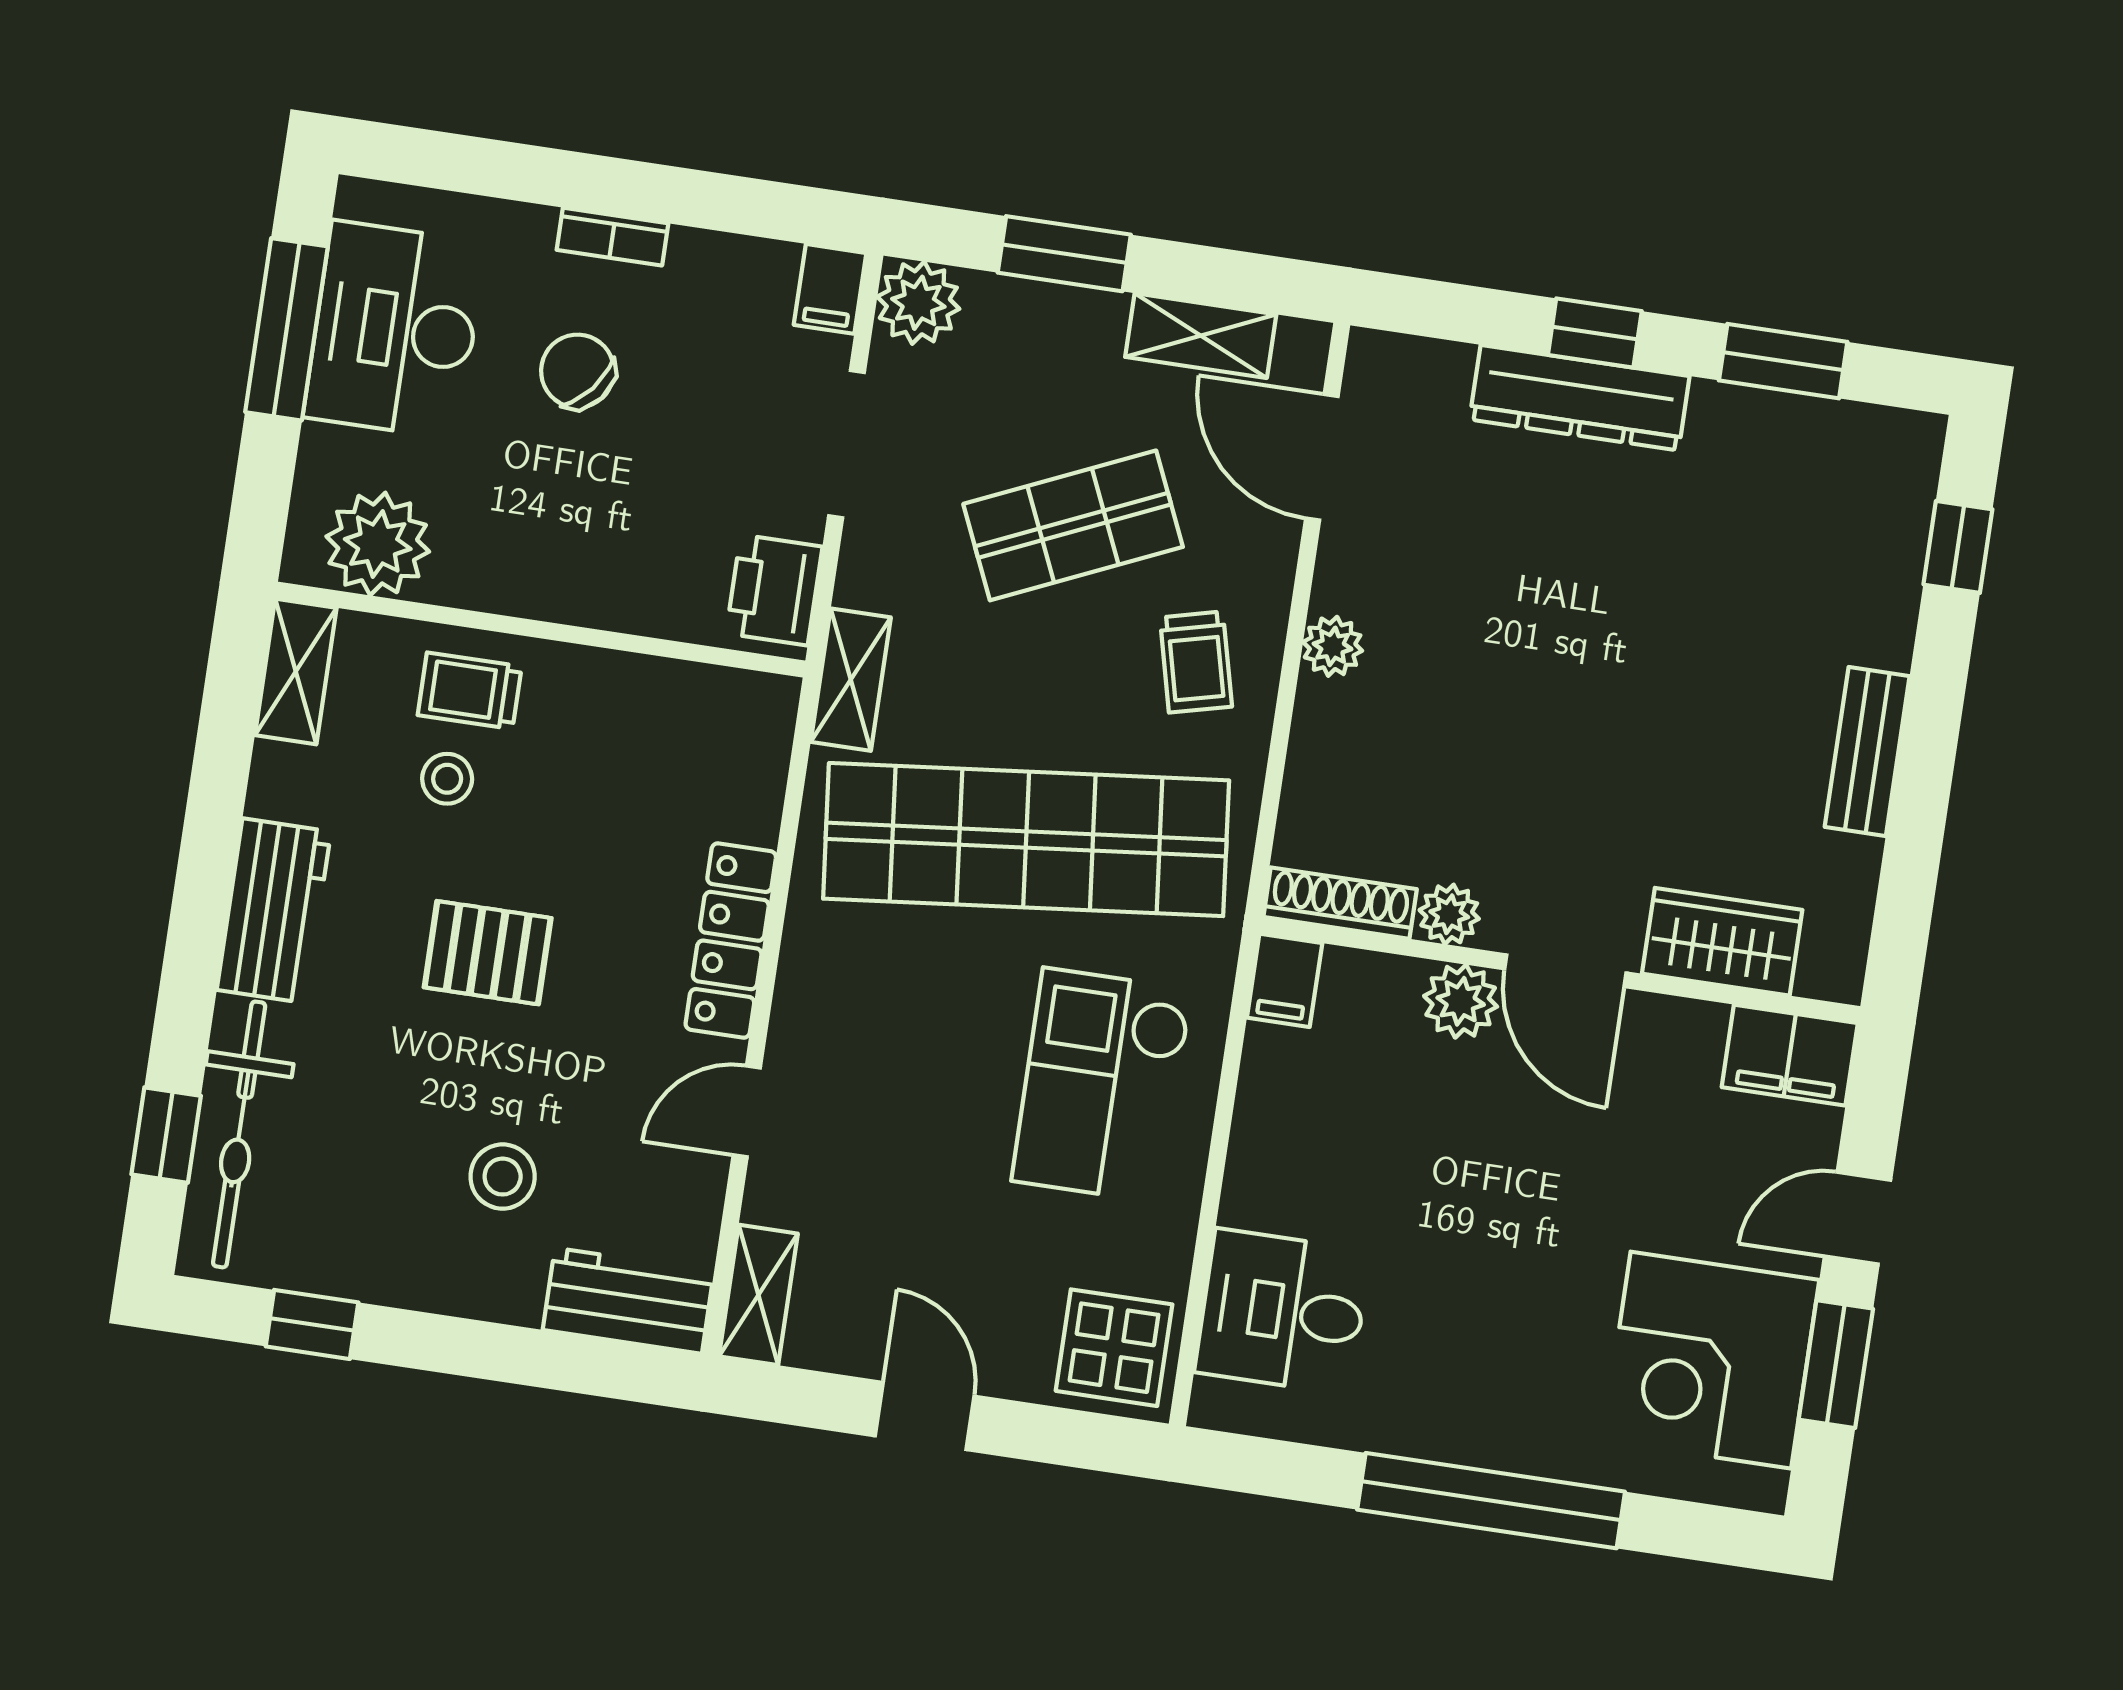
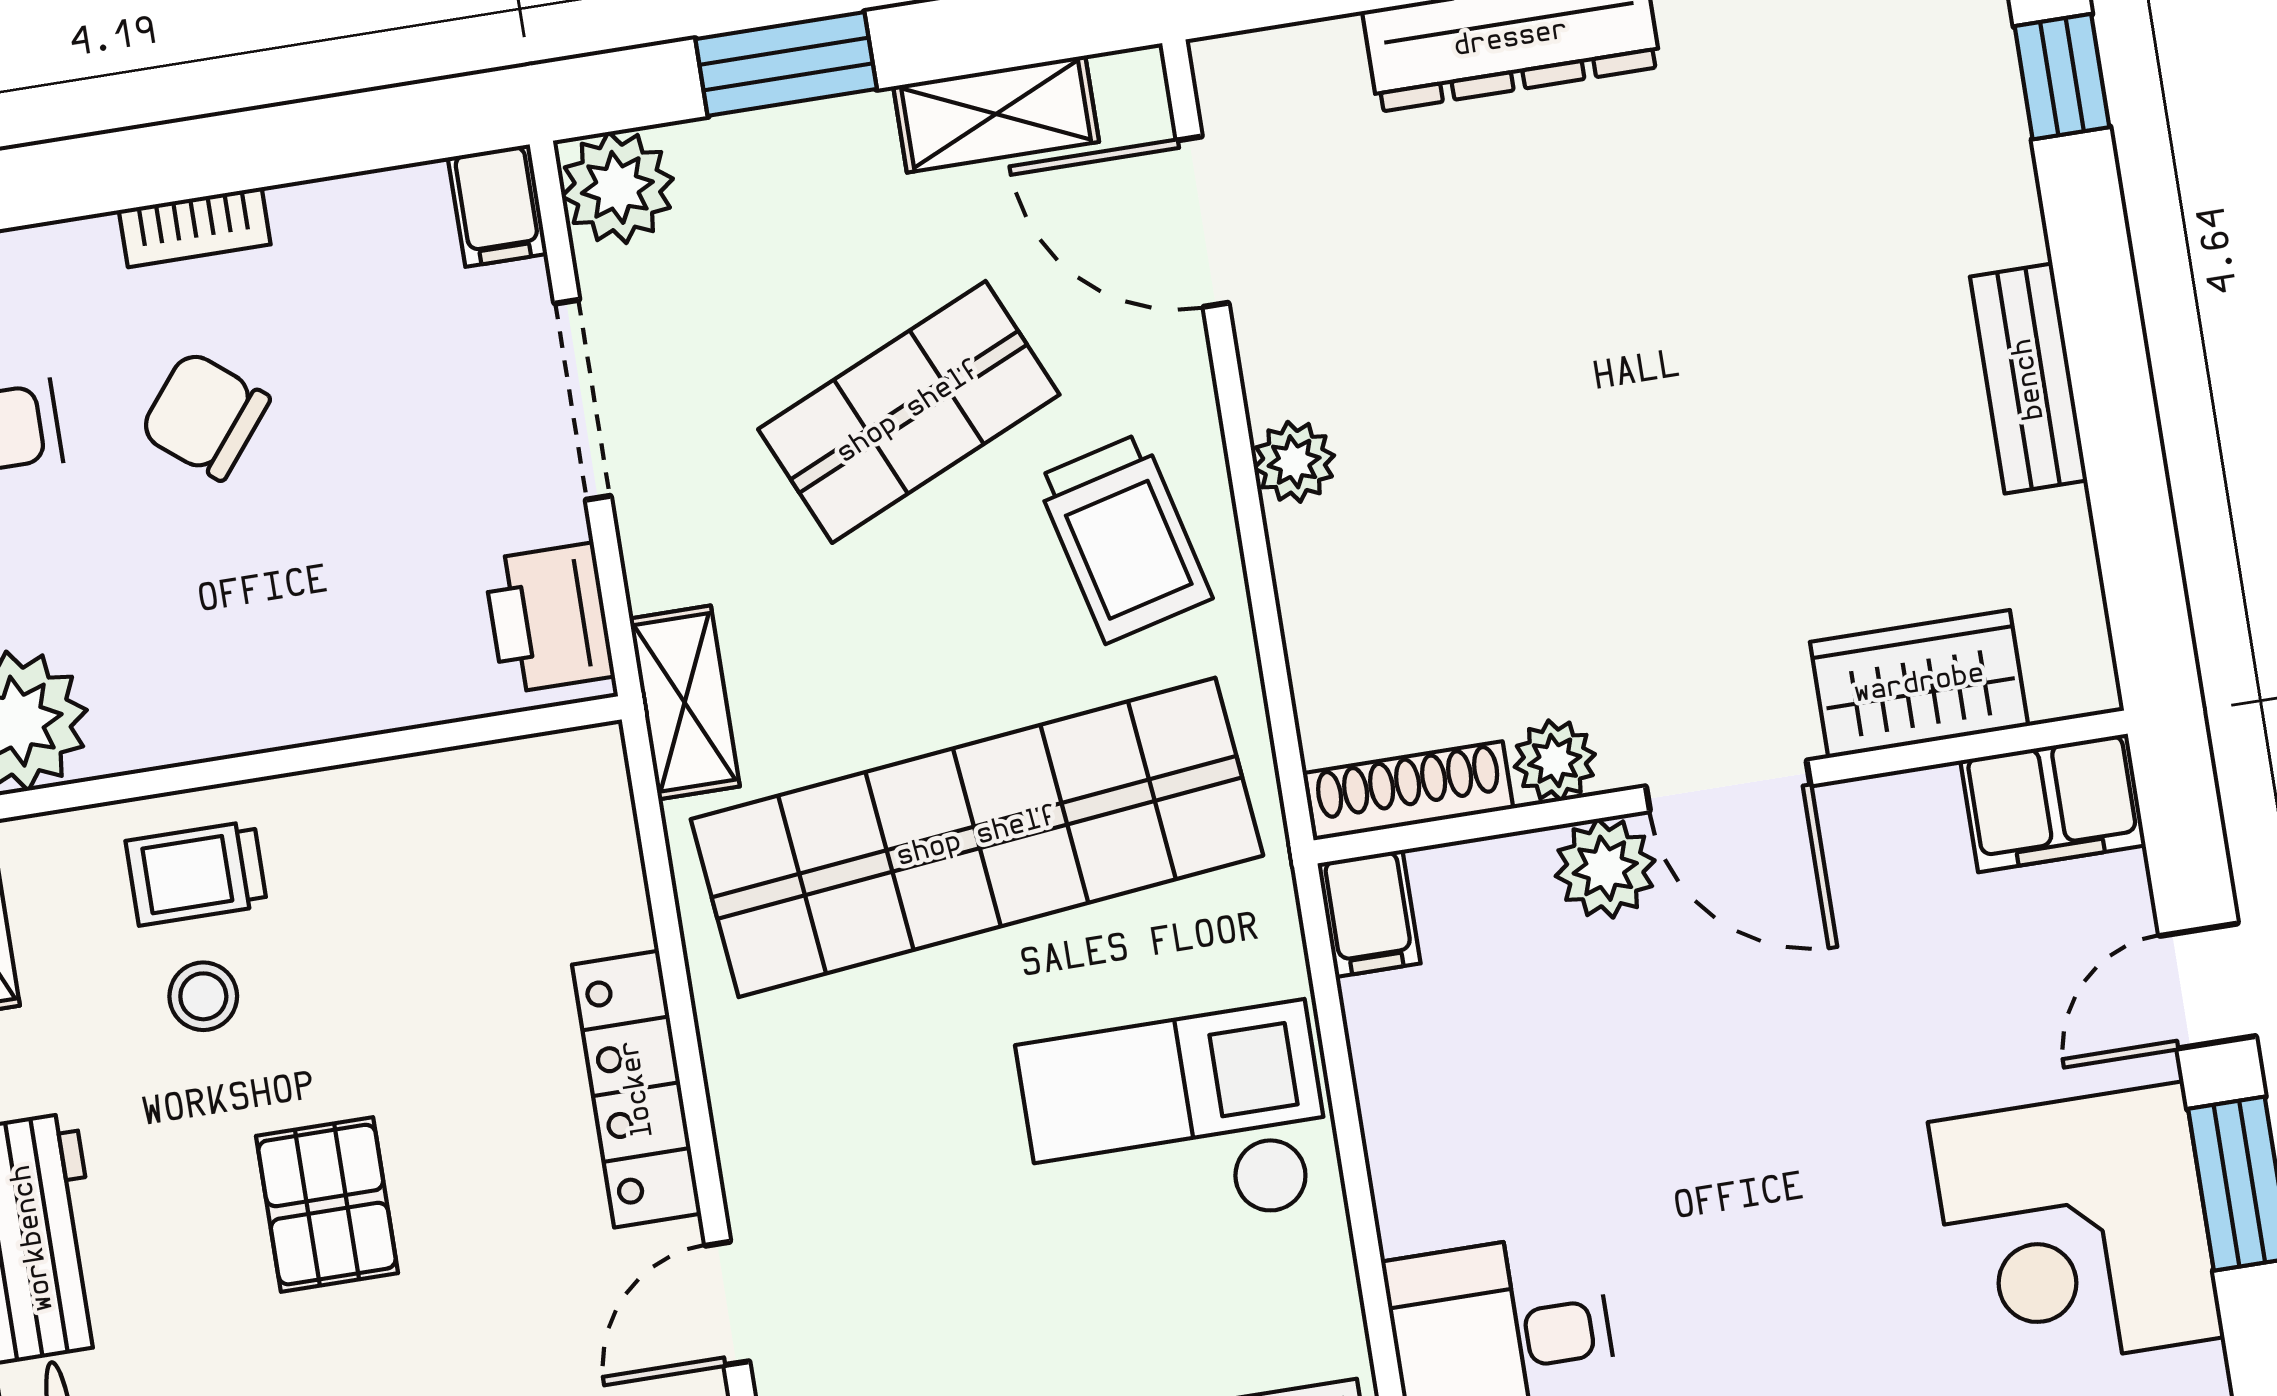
trolley: (1196, 662) -> (1124, 538), width x1.36, depth x1.39
pallet: (488, 953) -> (327, 1205), turned 90
checkout: (1102, 1085) -> (1176, 1124), turned 90

